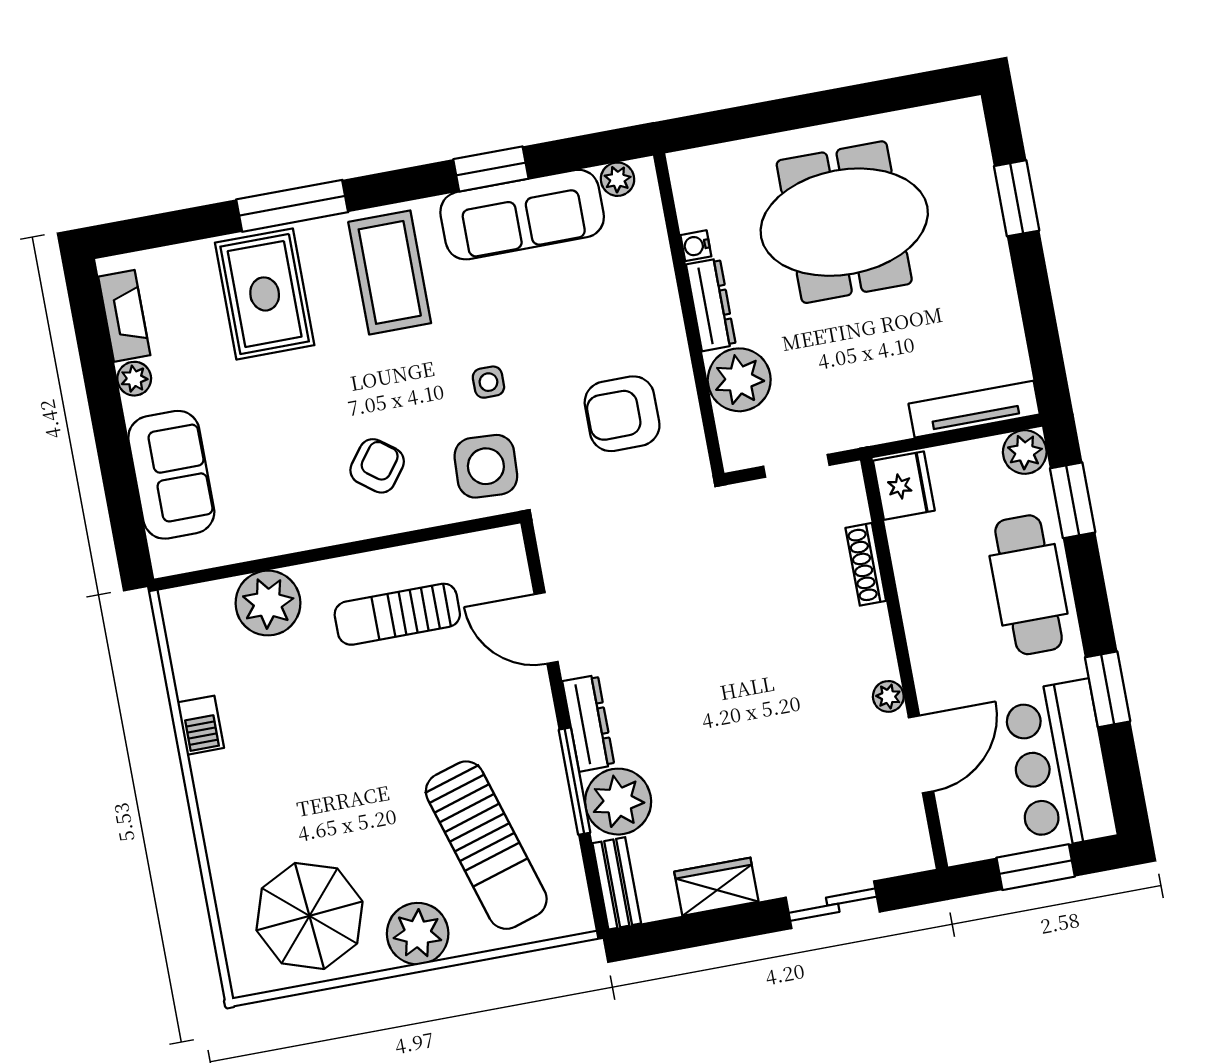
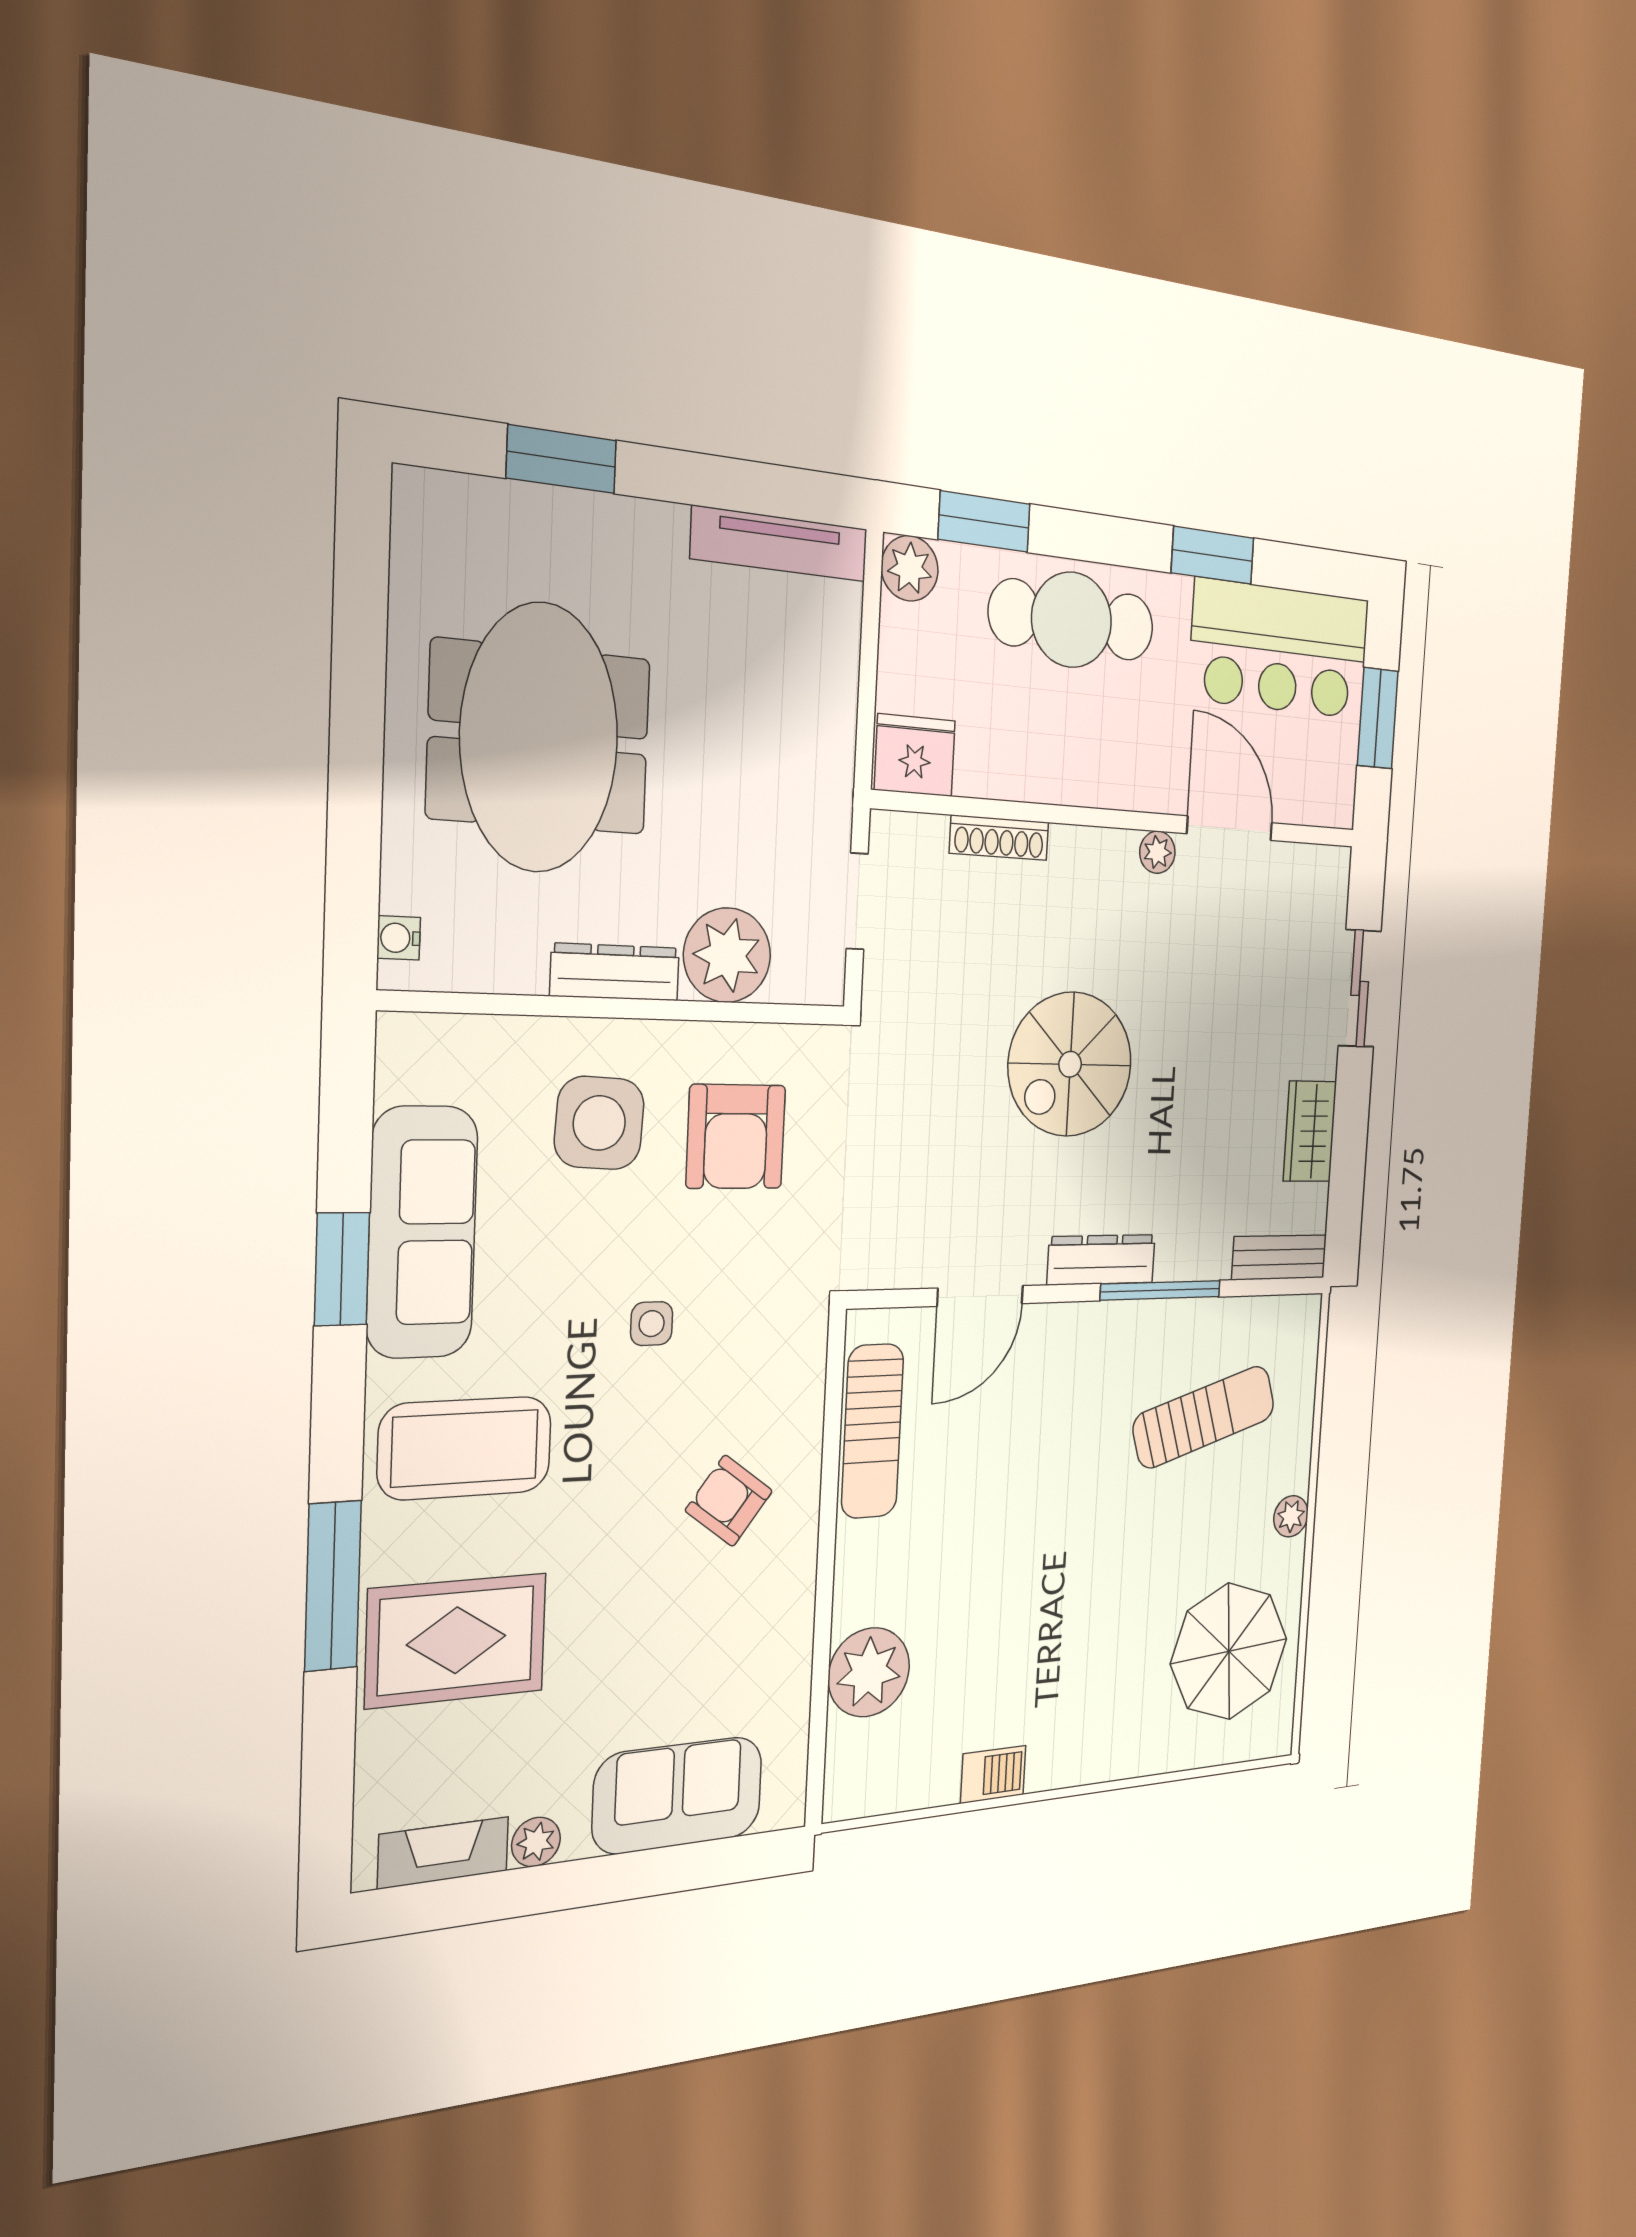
plant: (618, 179) -> (400, 1074), removed
water cooler: (696, 246) -> (399, 938), moved, turned 90
tv unit: (974, 409) -> (780, 544), moved, turned -90
side table: (486, 466) -> (599, 1123), moved
sun lounger: (397, 614) -> (872, 1431), moved
spiral stairs: (723, 661) -> (1070, 1064), added
plant: (618, 802) -> (1195, 1238), removed
sun lounger: (486, 845) -> (1204, 1417), width x0.73, depth x0.75
plant: (418, 934) -> (1291, 1516), width x0.53, depth x0.53

